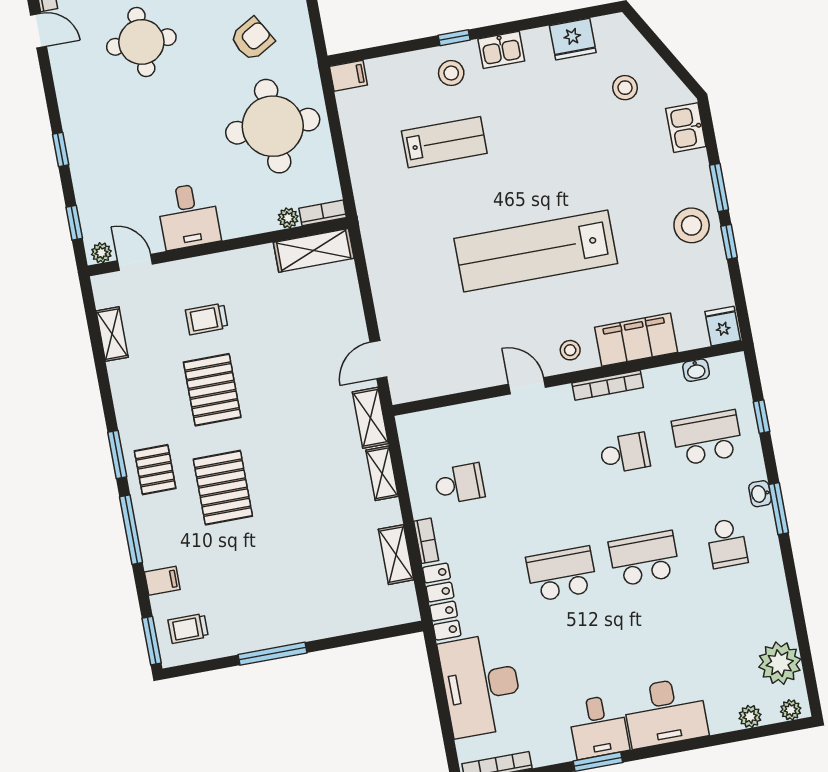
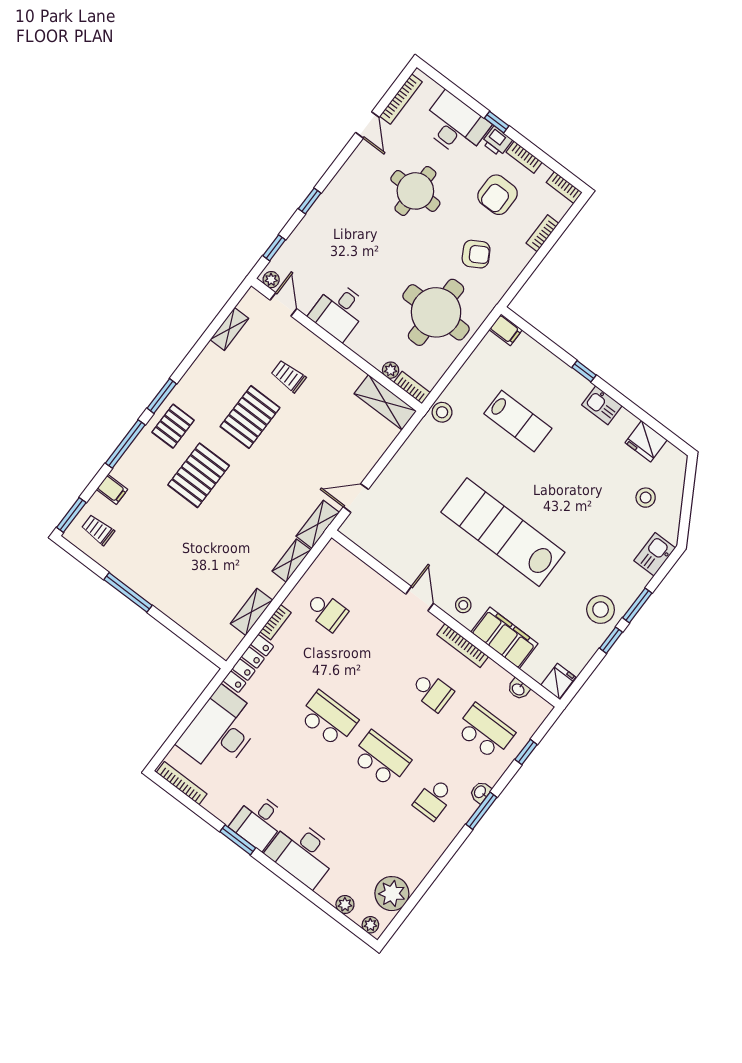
stool: (451, 73) -> (442, 412), moved

